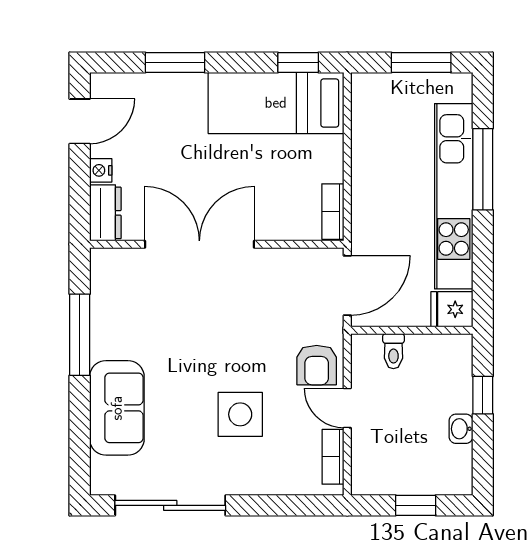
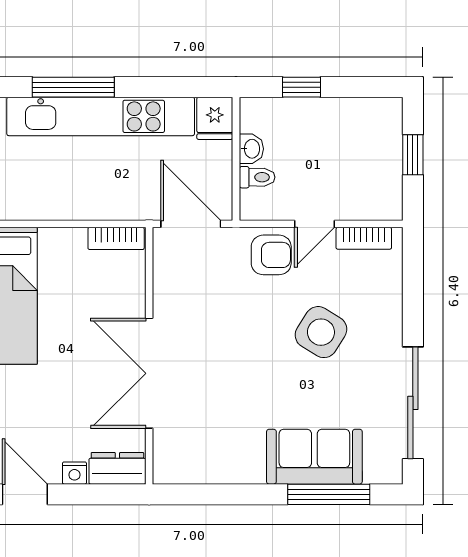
window: (80, 335) -> (329, 494), moved
side table: (240, 414) -> (321, 332), turned 32
washbasin: (461, 429) -> (251, 149), moved, turned -90

